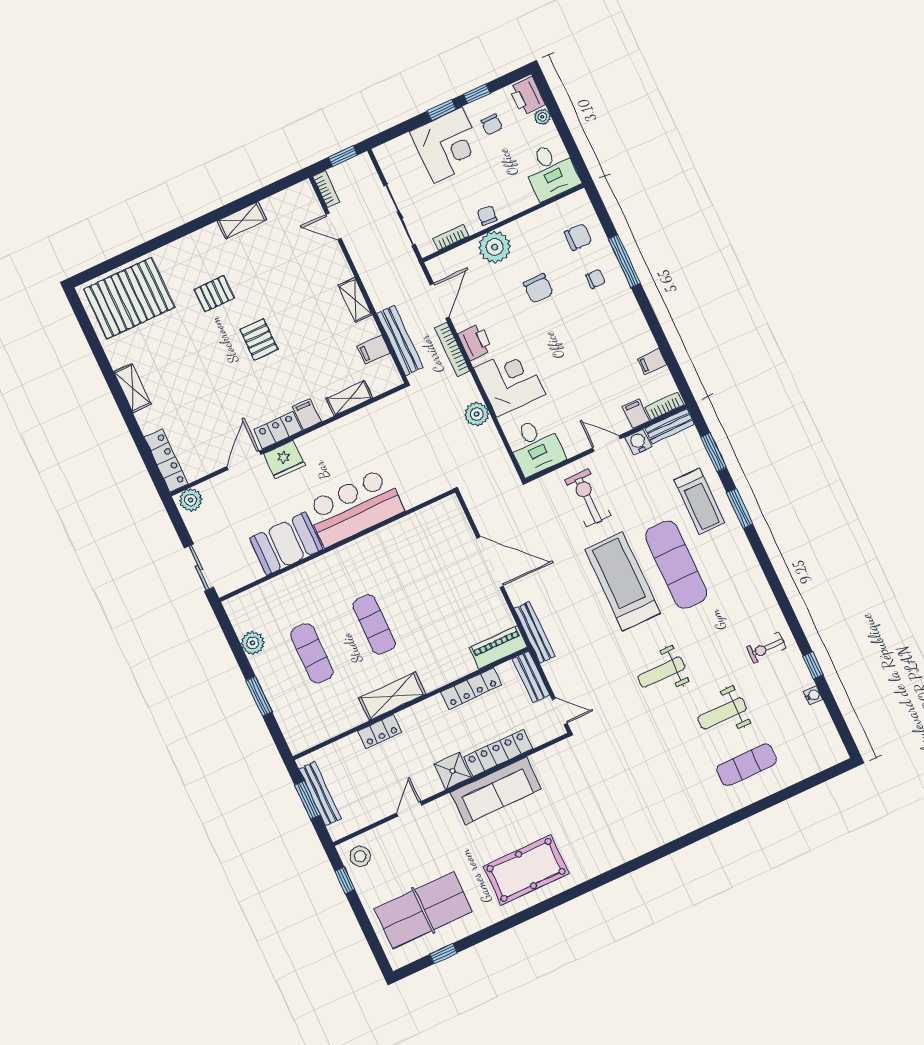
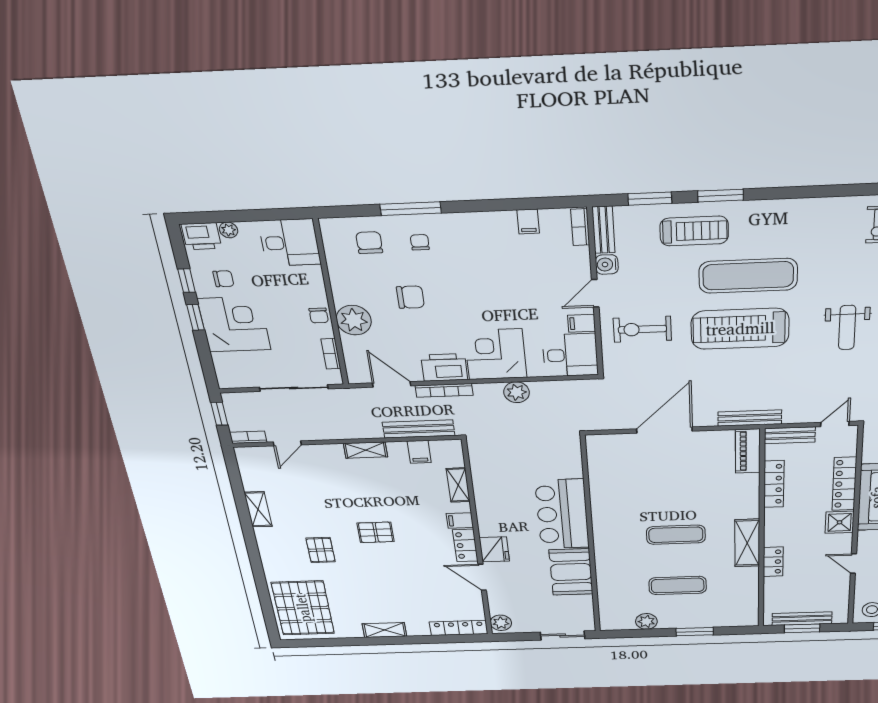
chair: (487, 216) -> (319, 315), turned -95
printer: (475, 342) -> (444, 367), width x1.37, depth x1.19
filing cabinet: (636, 414) -> (582, 323), moved

